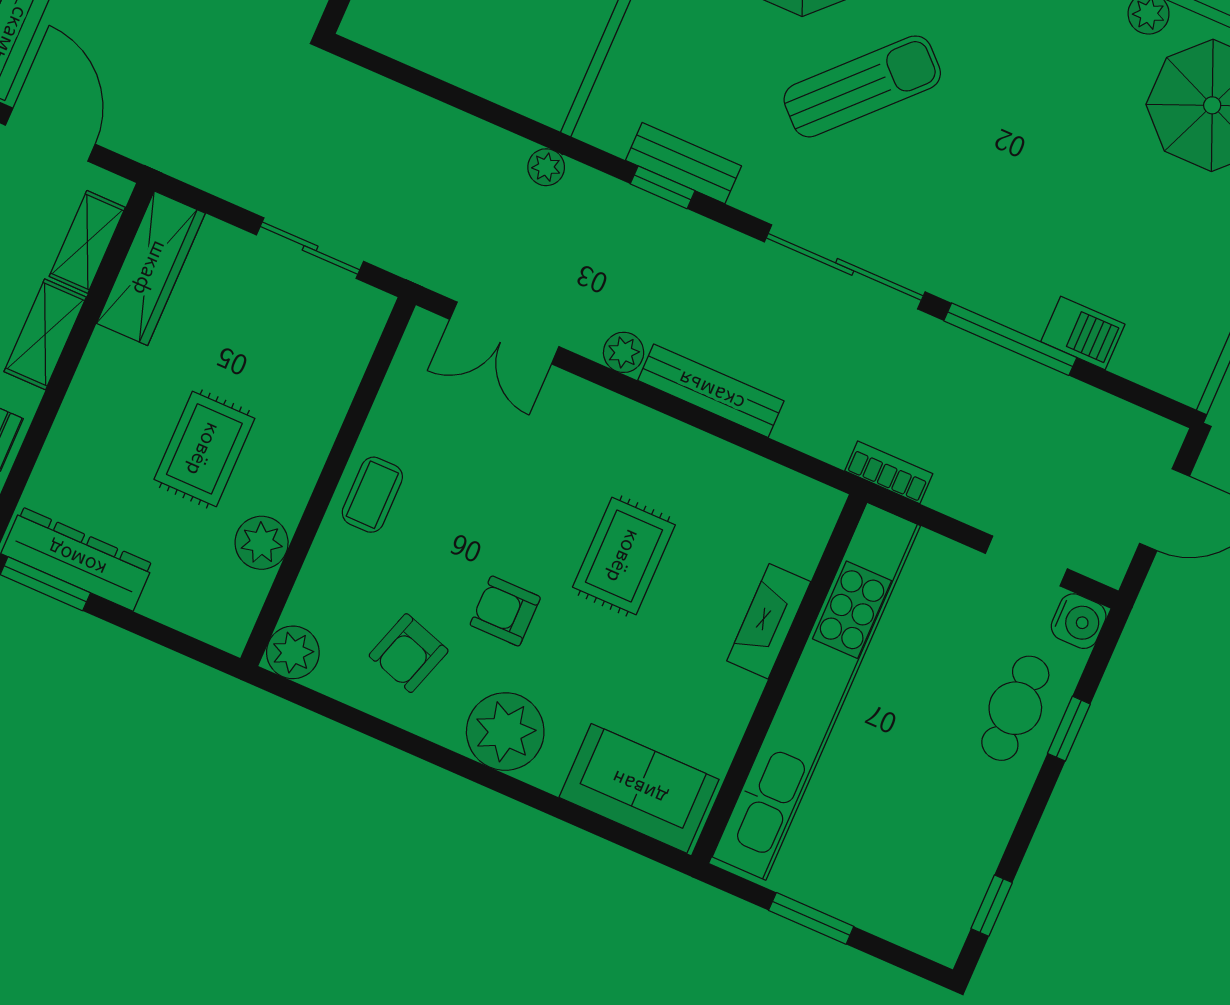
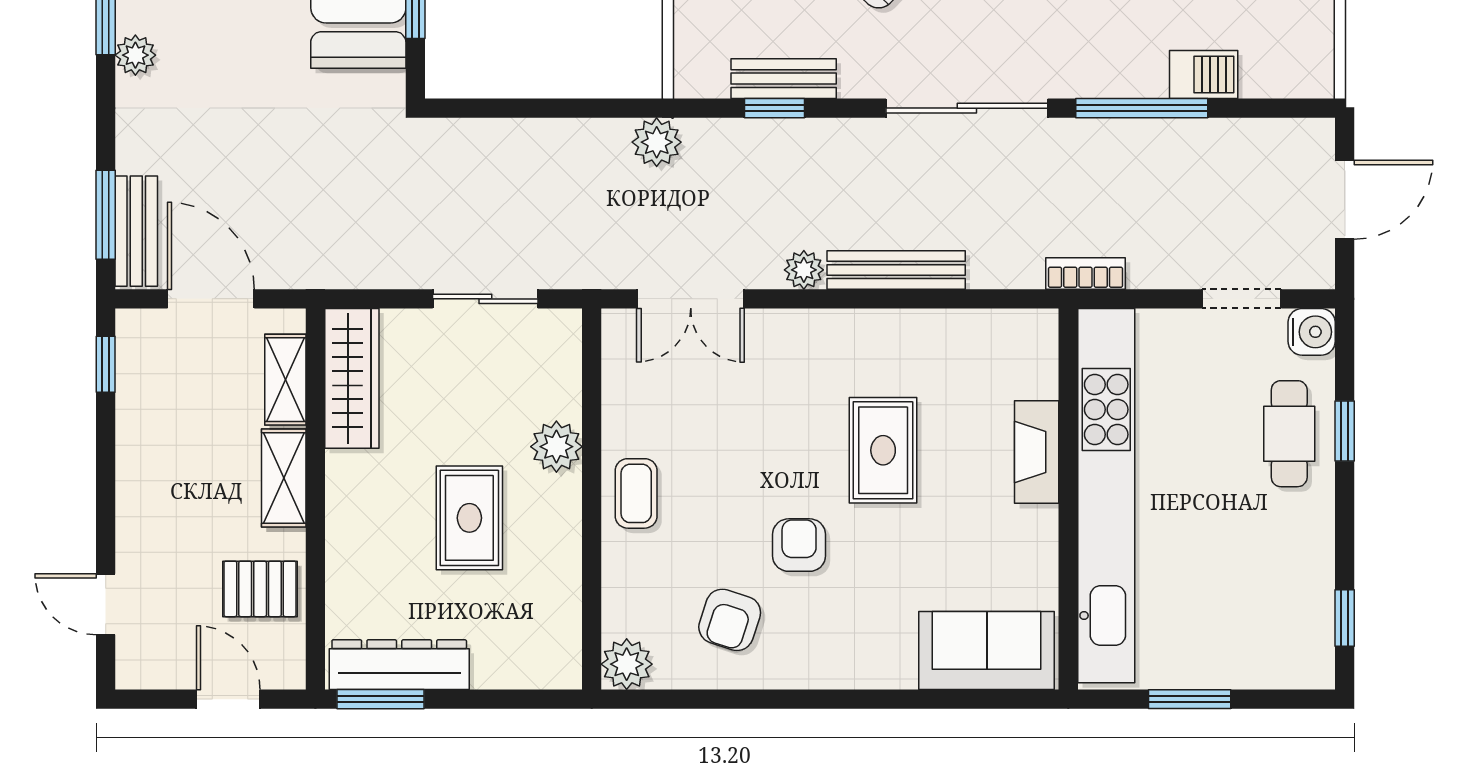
plant: (546, 167) -> (657, 142), width x1.38, depth x1.38
plant: (262, 543) -> (556, 447), moved
armchair: (505, 611) -> (799, 545), turned 90
plant: (505, 732) -> (846, 652), removed

